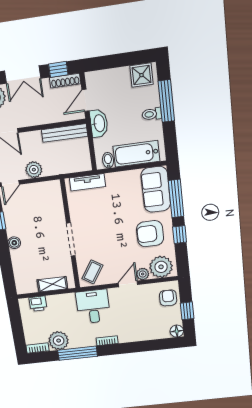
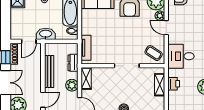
door: (85, 100) -> (29, 41), hinge flipped
bench: (65, 133) -> (49, 72), moved
dresser: (64, 167) -> (73, 63), added
shelving: (46, 188) -> (86, 78), added
printer: (38, 304) -> (174, 84), moved

